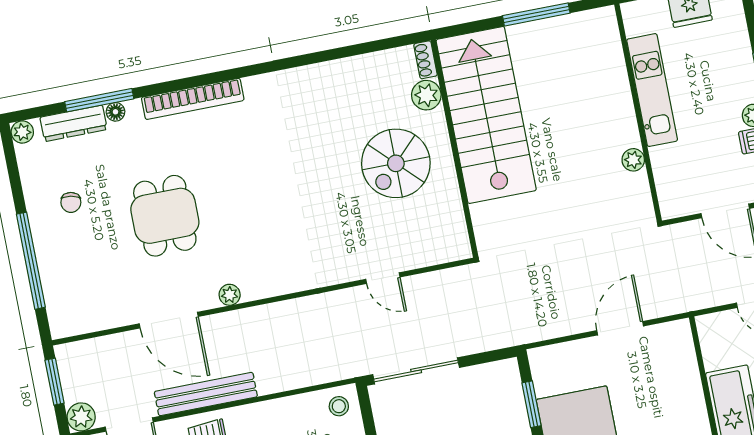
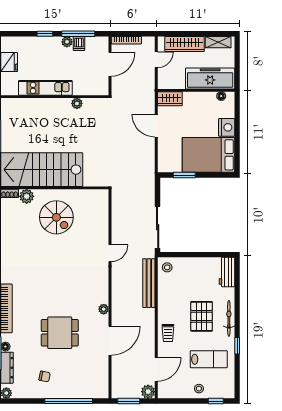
door: (383, 278) -> (110, 253), moved
wardrobe: (680, 345) -> (170, 99), added
bench: (206, 394) -> (149, 283), moved

